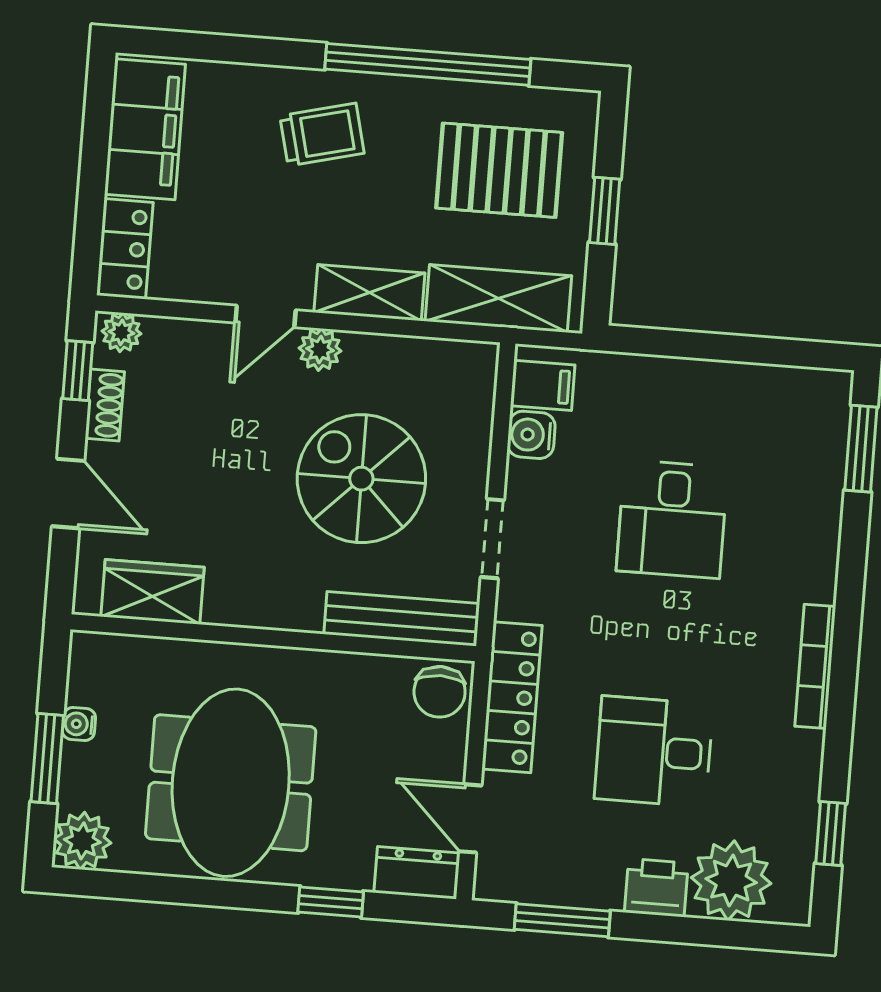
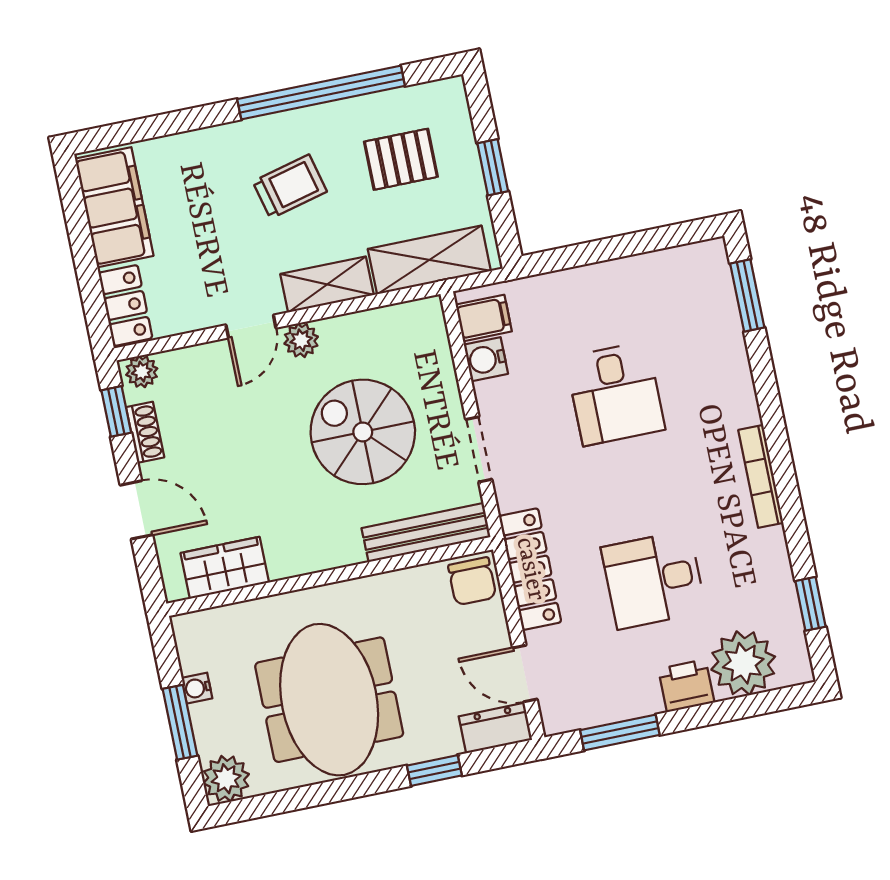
trolley: (322, 135) -> (290, 187), moved
pallet: (499, 170) -> (401, 159), width x0.67, depth x0.71

